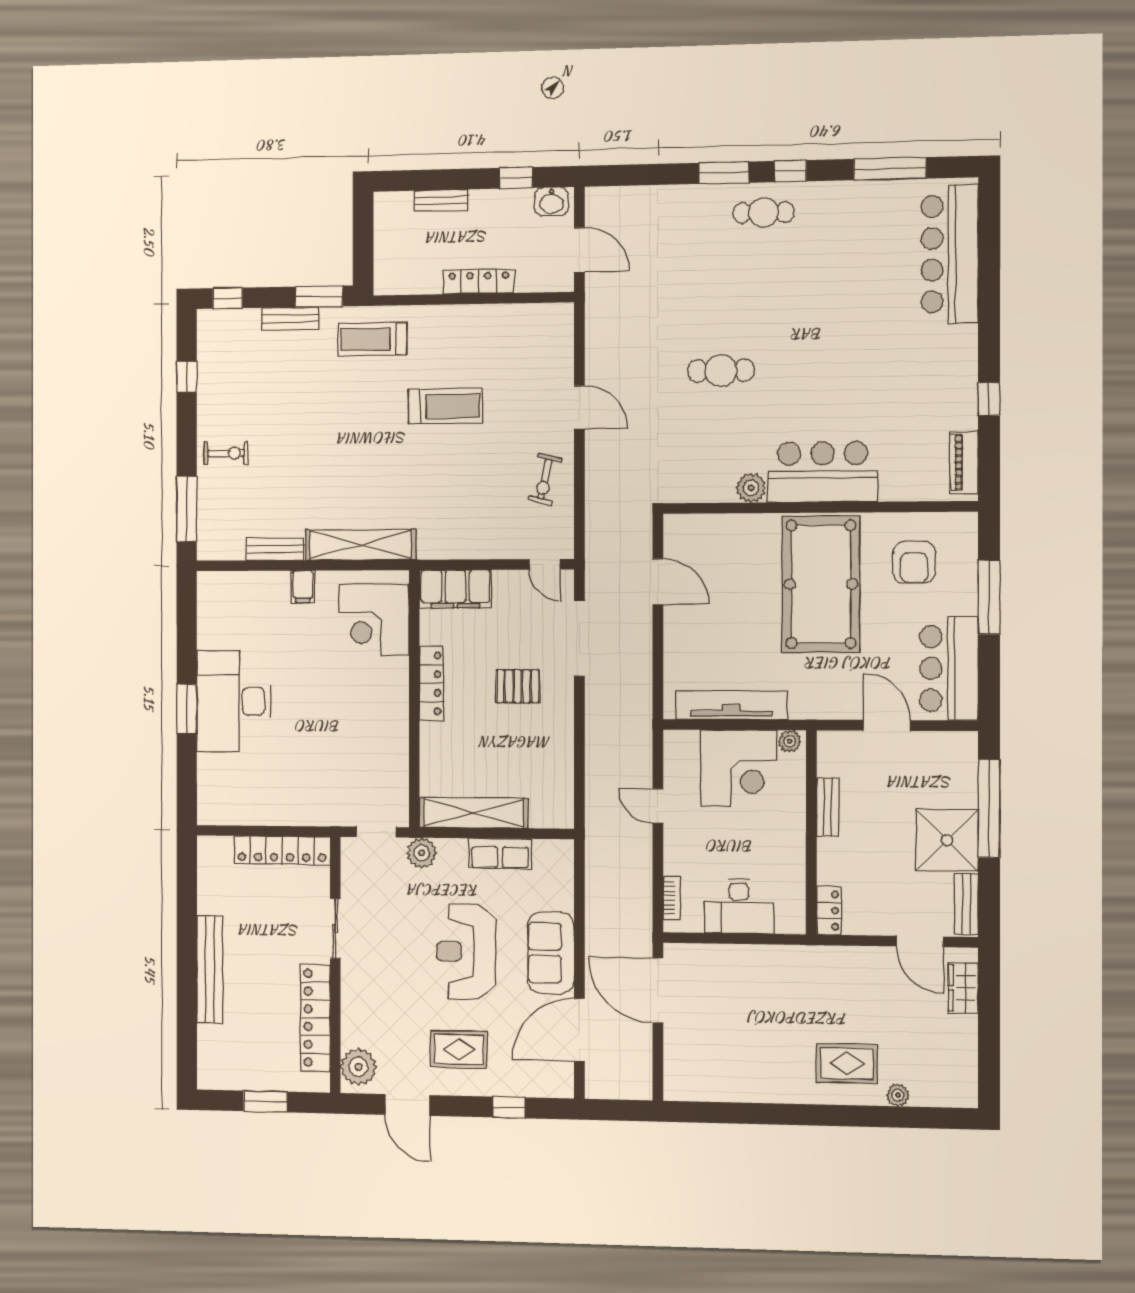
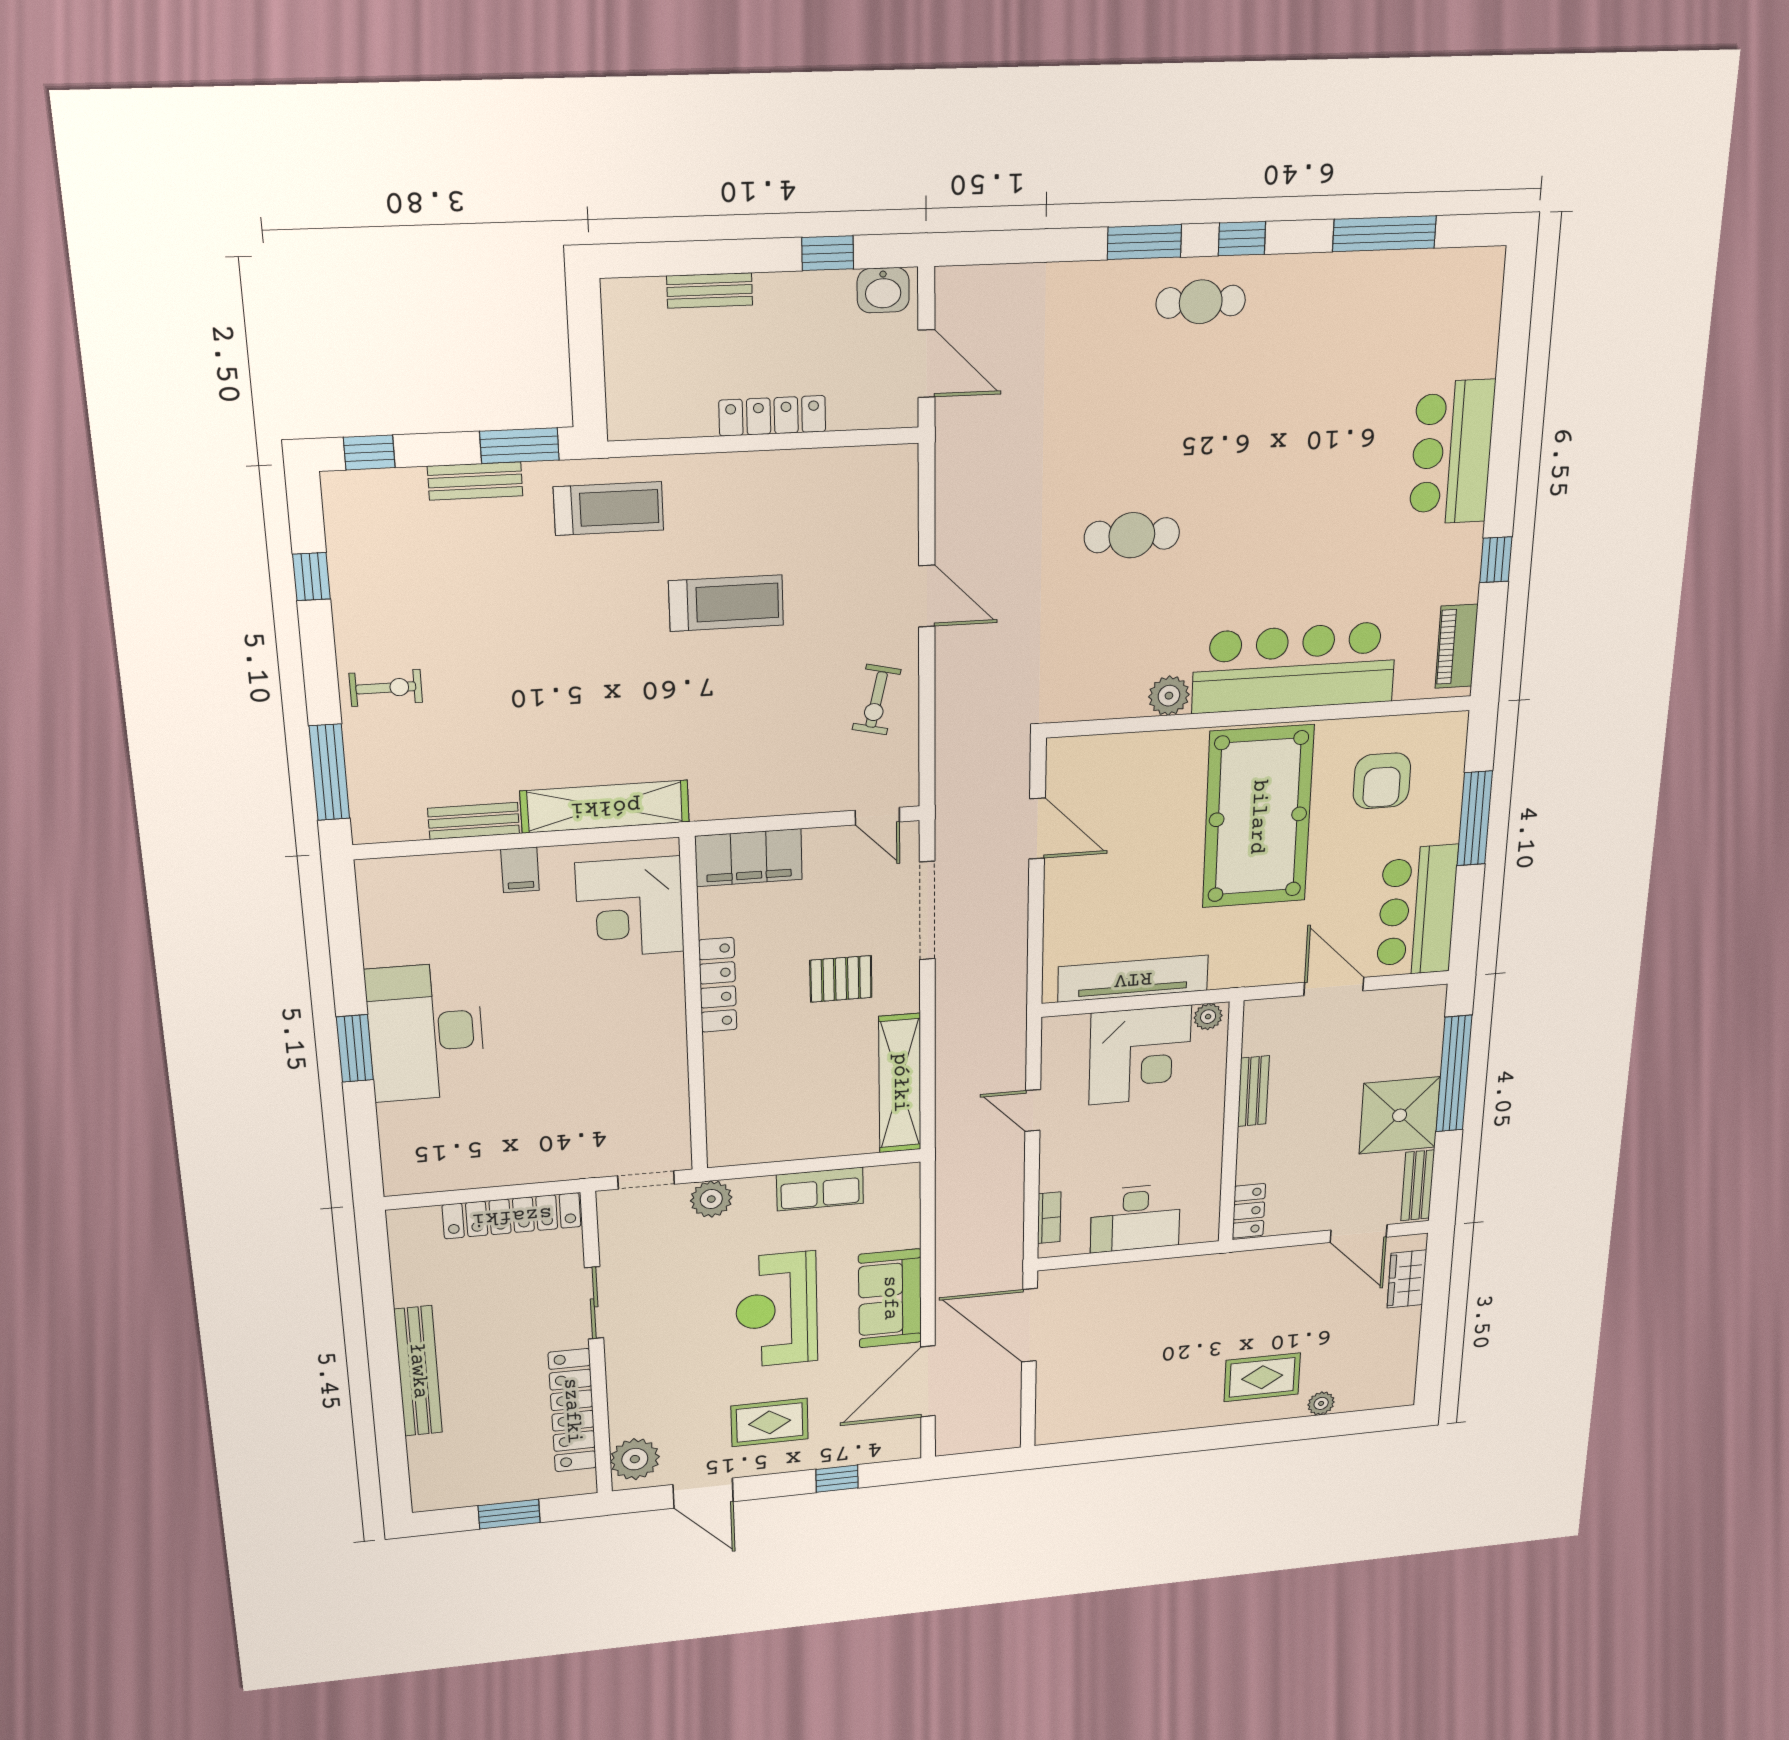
bar counter: (950, 254) -> (1452, 452), moved, width x0.73
treadmill: (372, 339) -> (609, 508), turned 180
bar counter: (823, 472) -> (1294, 667), width x1.36
shelving: (474, 813) -> (900, 1083), moved, turned 90

